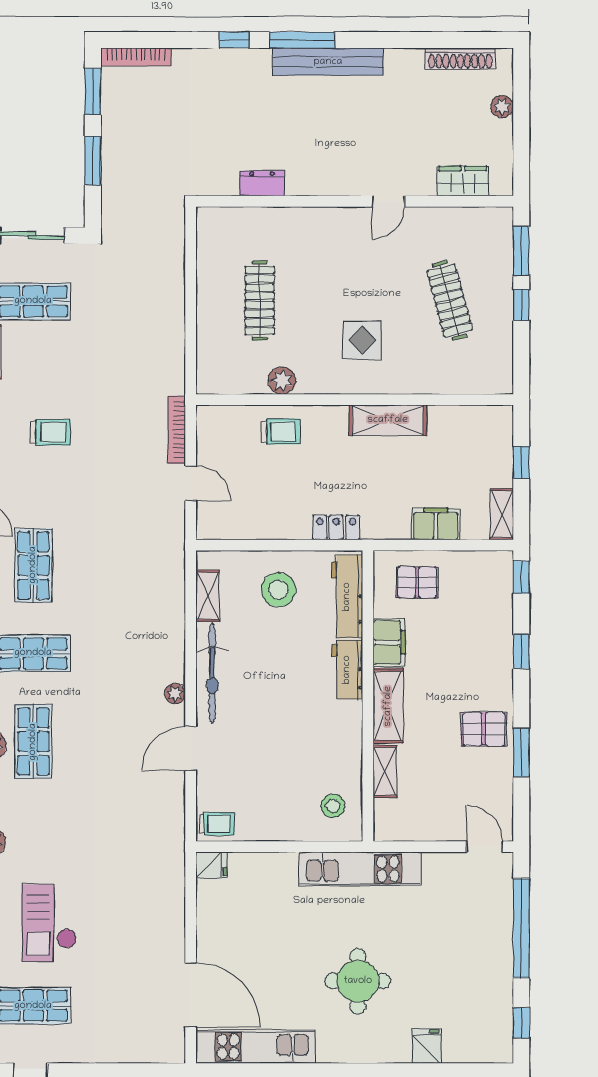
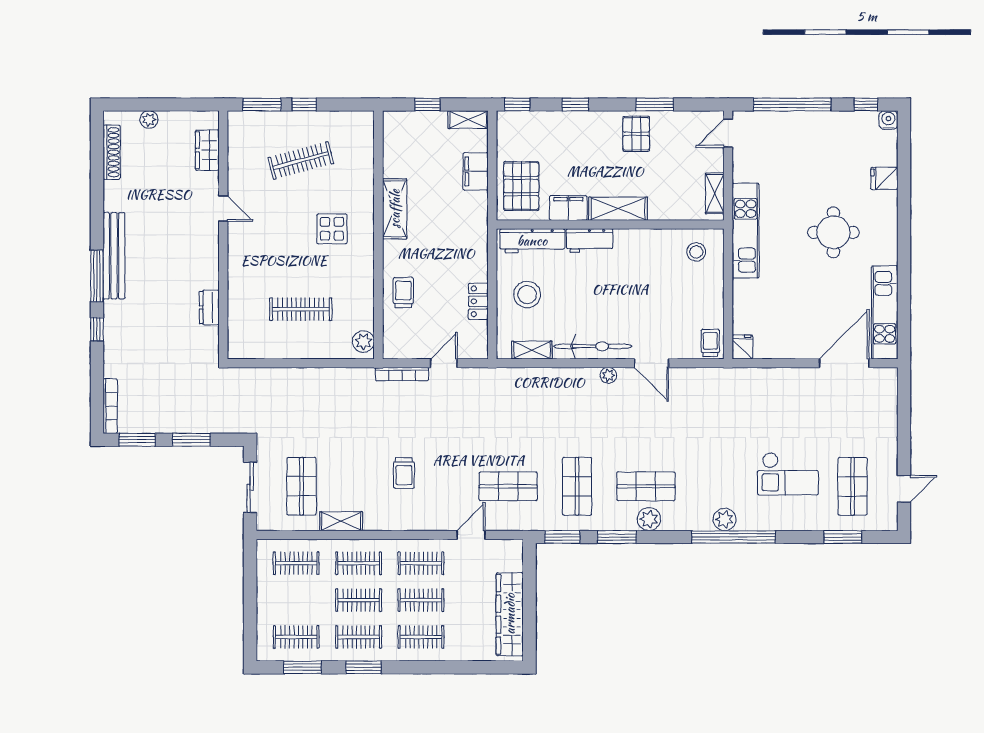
plant: (282, 381) -> (363, 341), moved
trolley: (50, 432) -> (404, 473), turned 180
locker: (336, 527) -> (478, 301), moved
pallet: (417, 582) -> (521, 186), width x1.50, depth x1.42
shelving: (385, 771) -> (715, 193), moved, turned 90
water cooler: (501, 1051) -> (888, 120), added

